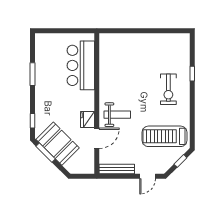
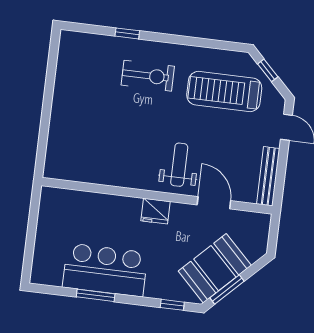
bar counter: (81, 65) -> (105, 270), moved, turned 180
fridge: (88, 119) -> (155, 211), moved
treadmill: (165, 136) -> (224, 92), turned 90

